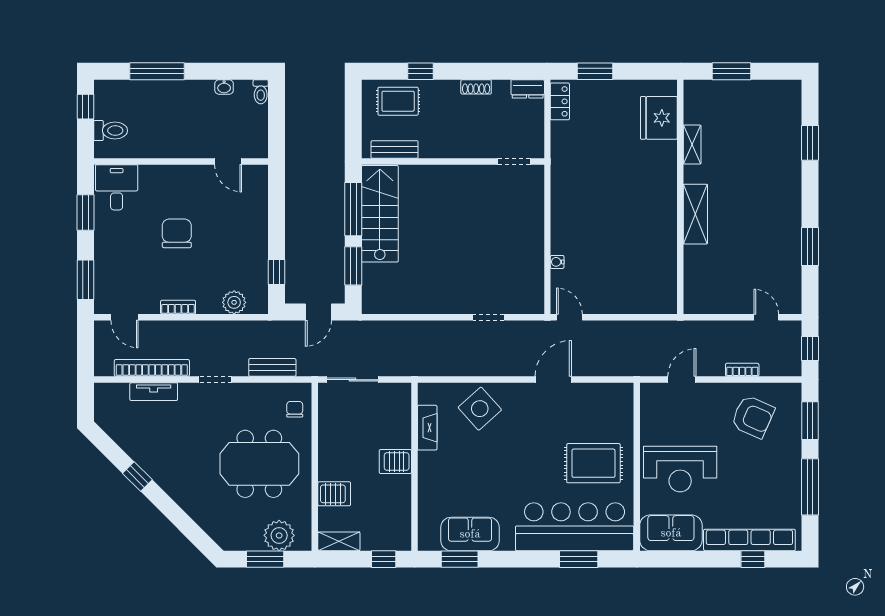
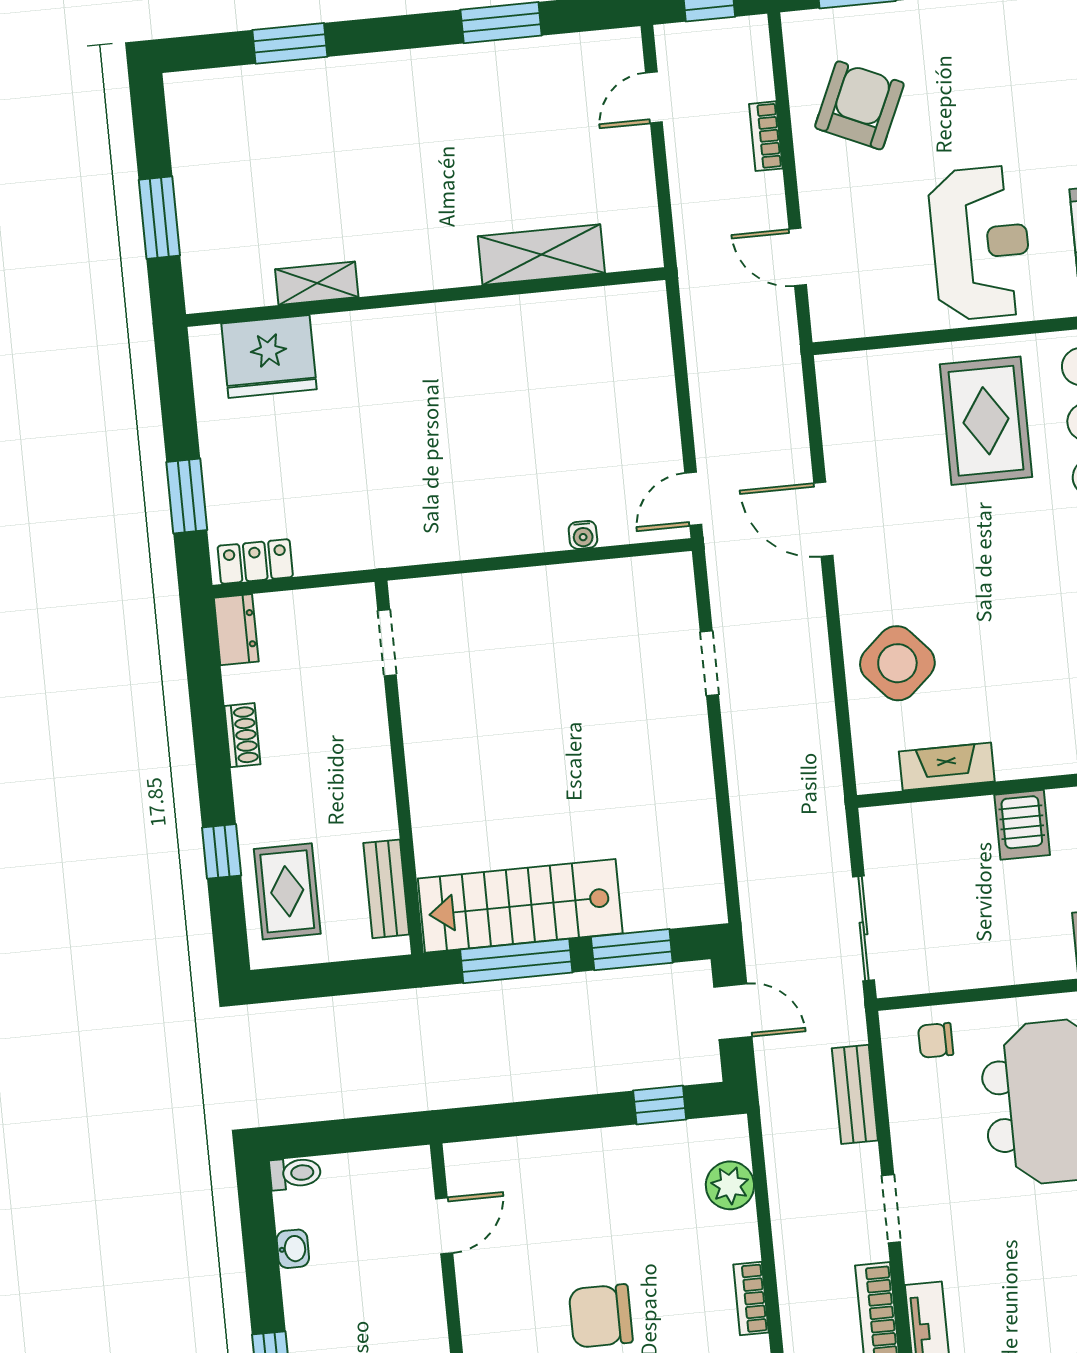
shelving: (695, 214) -> (541, 255), moved

